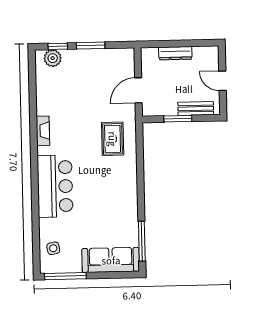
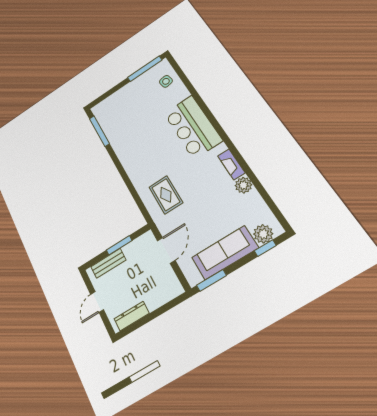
window: (91, 46) -> (211, 280), moved
dresser: (175, 53) -> (132, 316), moved
door: (223, 81) -> (97, 302), swing flipped
plant: (44, 107) -> (243, 185), added
sofa: (111, 260) -> (225, 253), moved, turned 180

